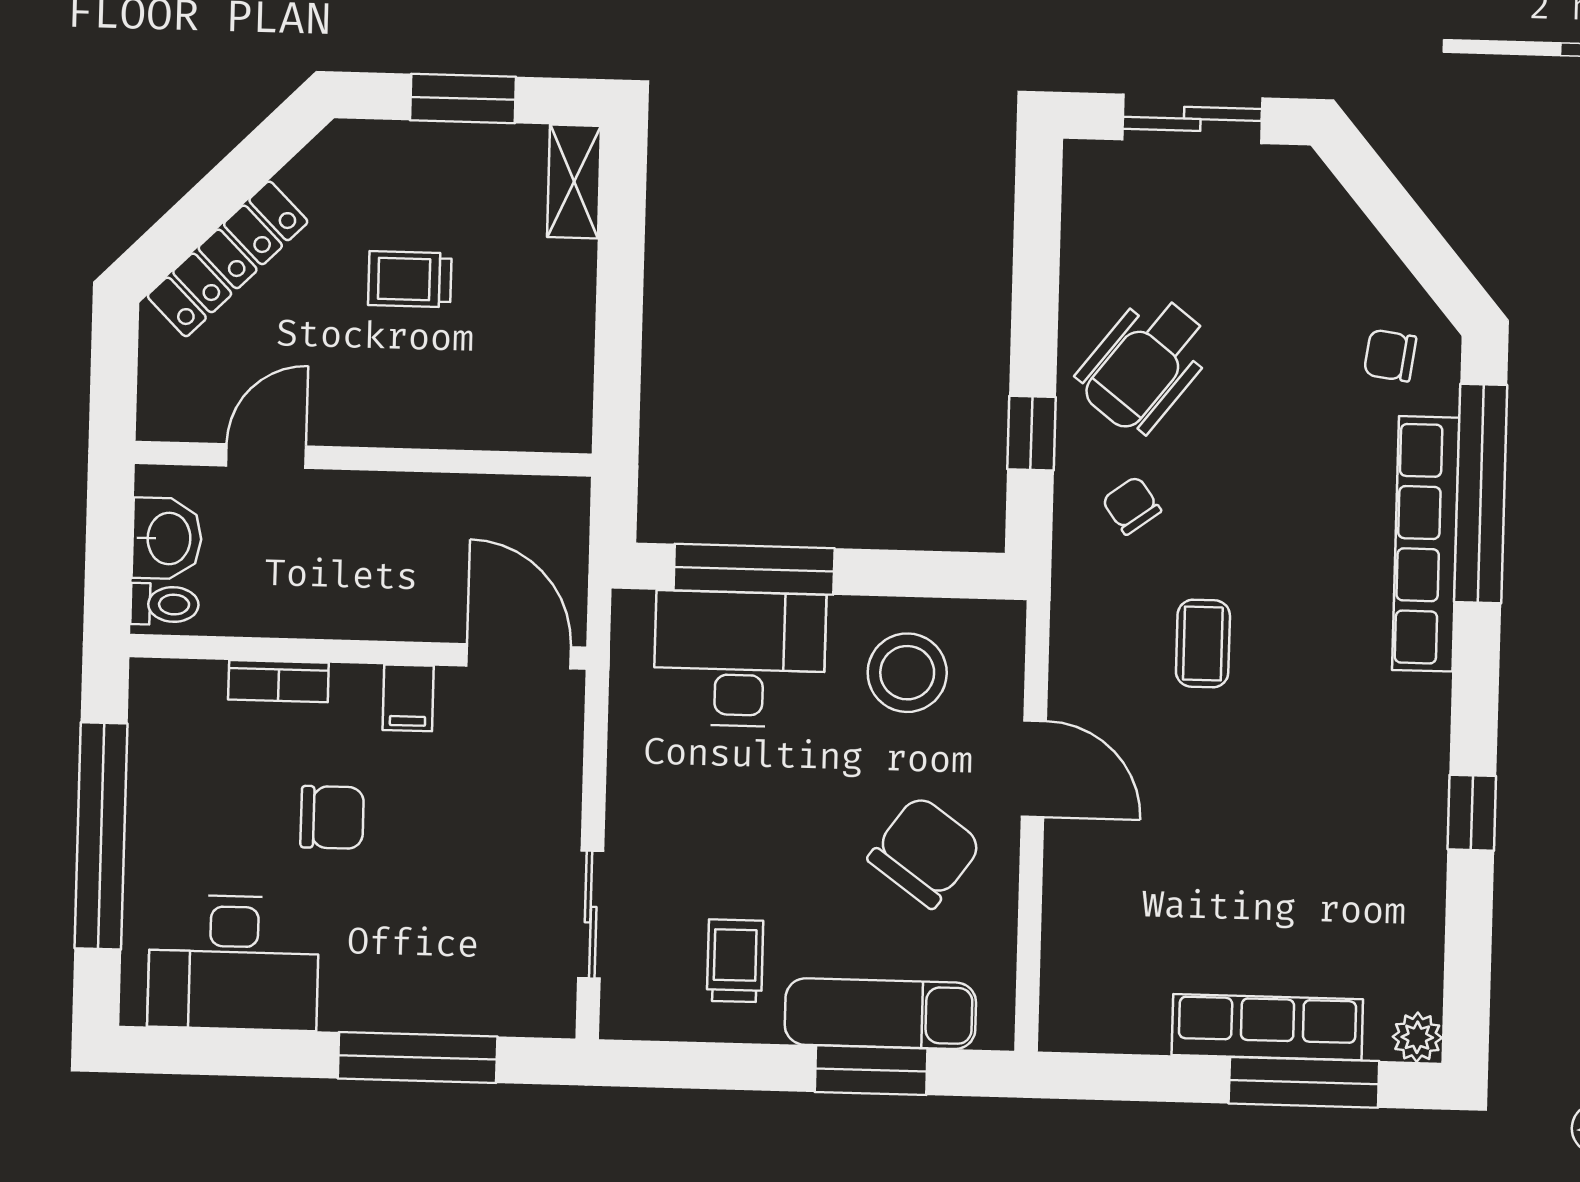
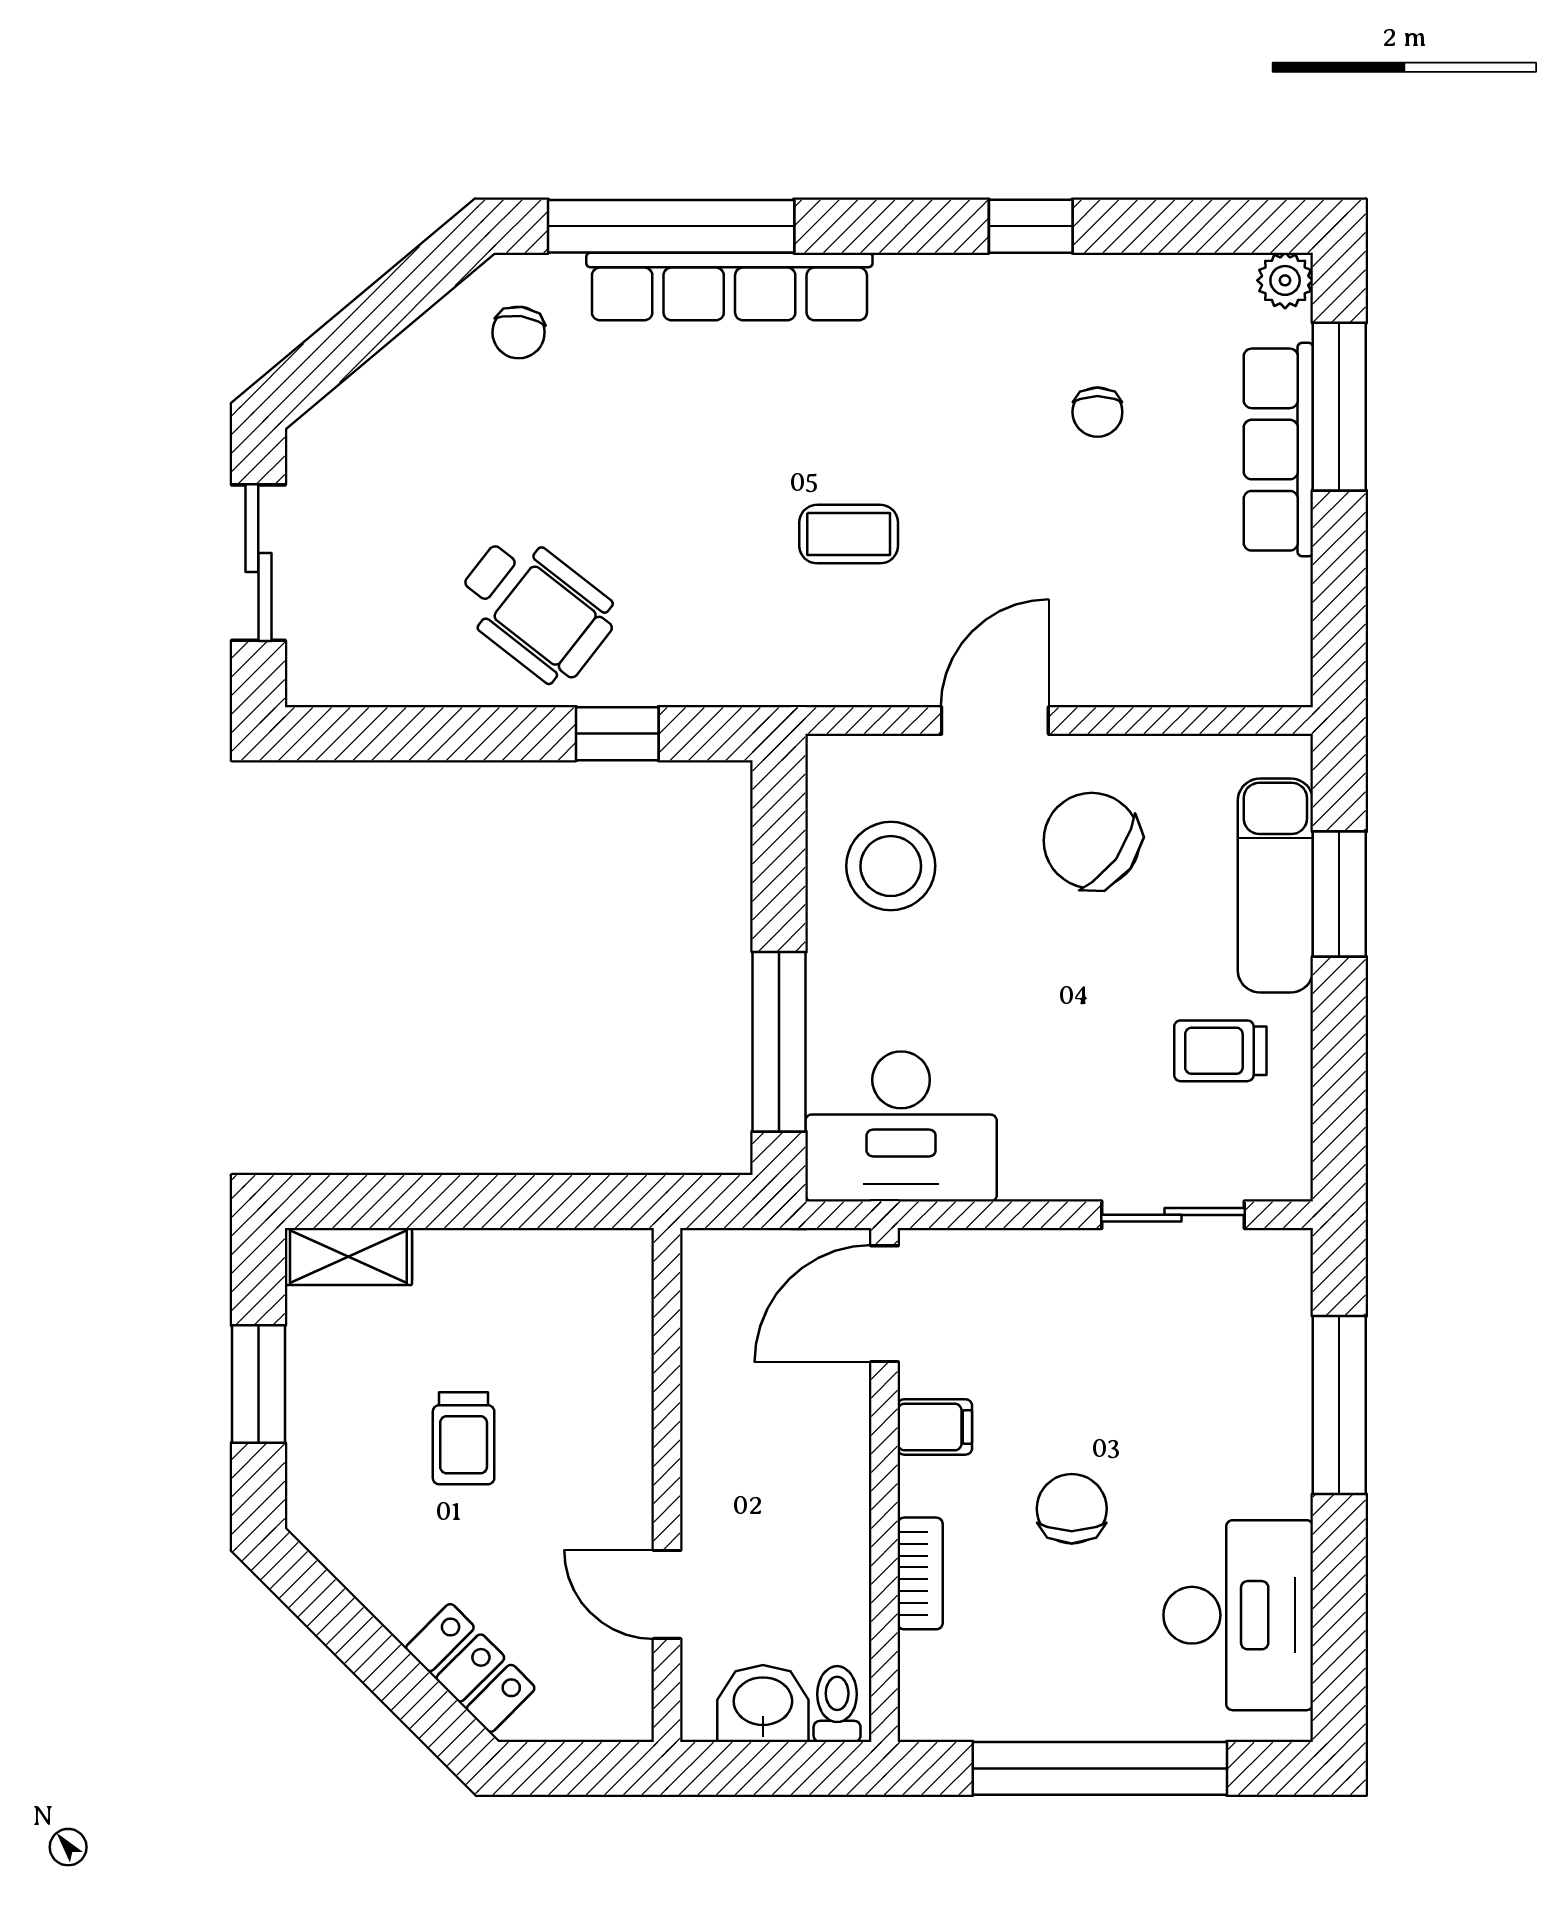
locker: (228, 259) -> (470, 1668), width x0.66
chair: (1132, 505) -> (1097, 412), moved, turned -54
desk: (740, 659) -> (901, 1126), moved, turned -90

